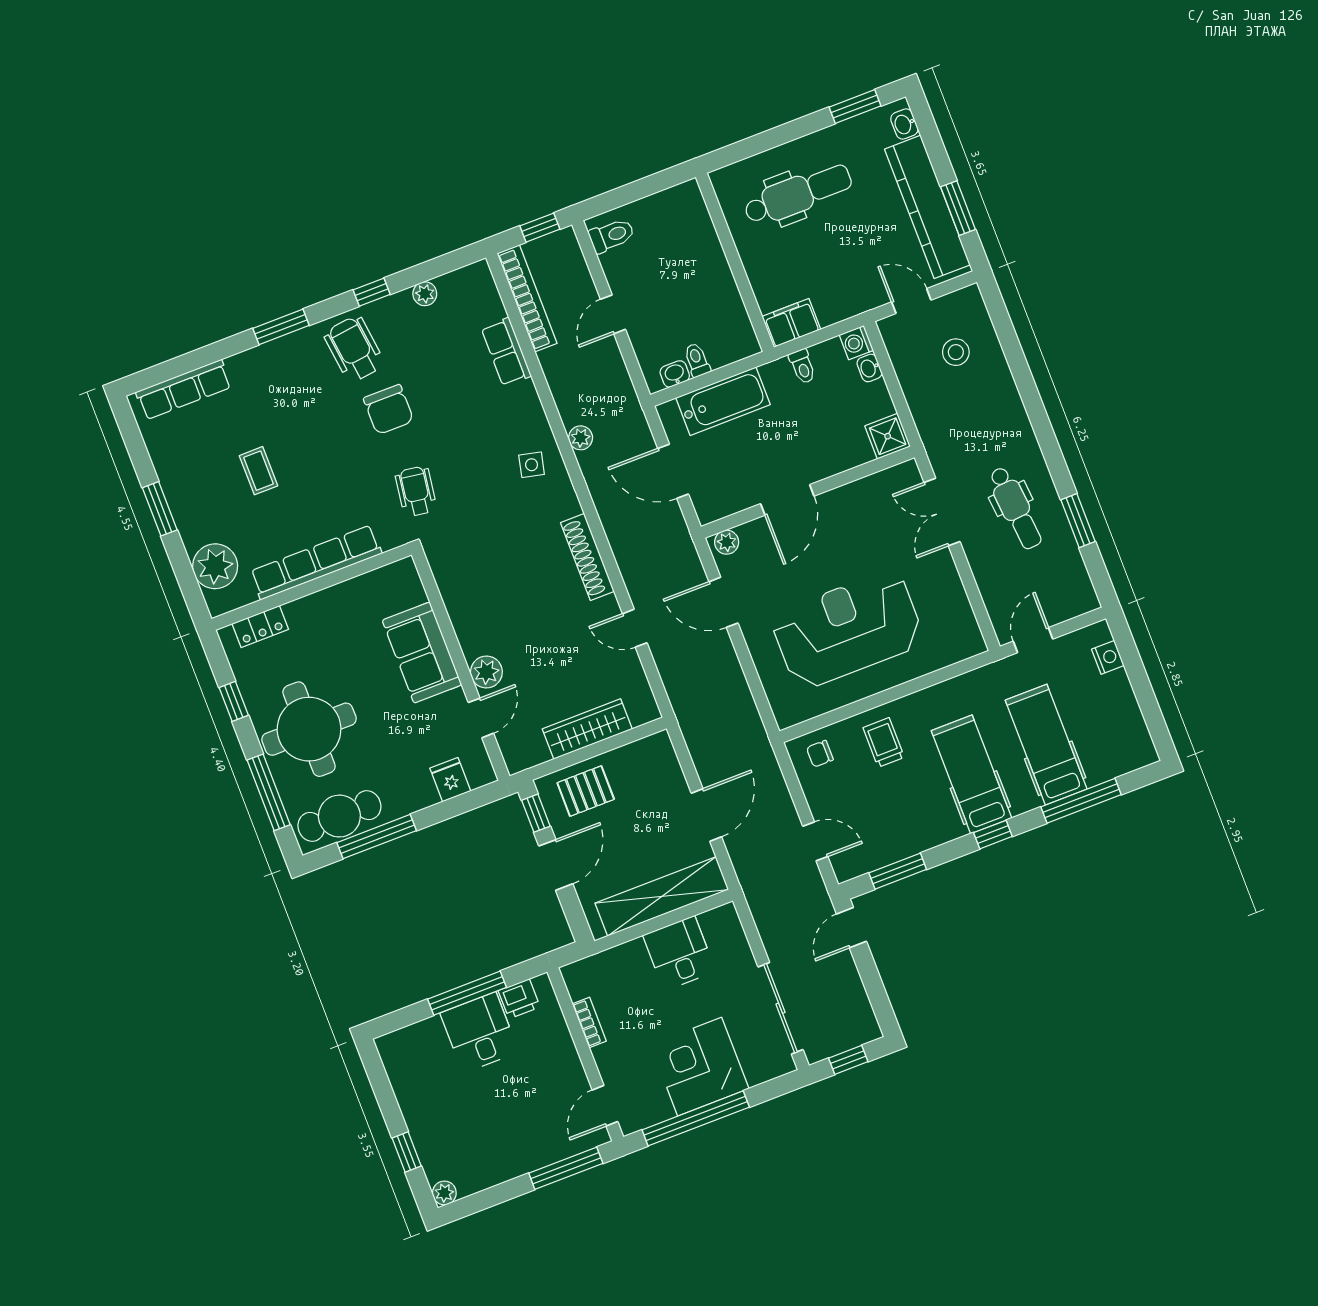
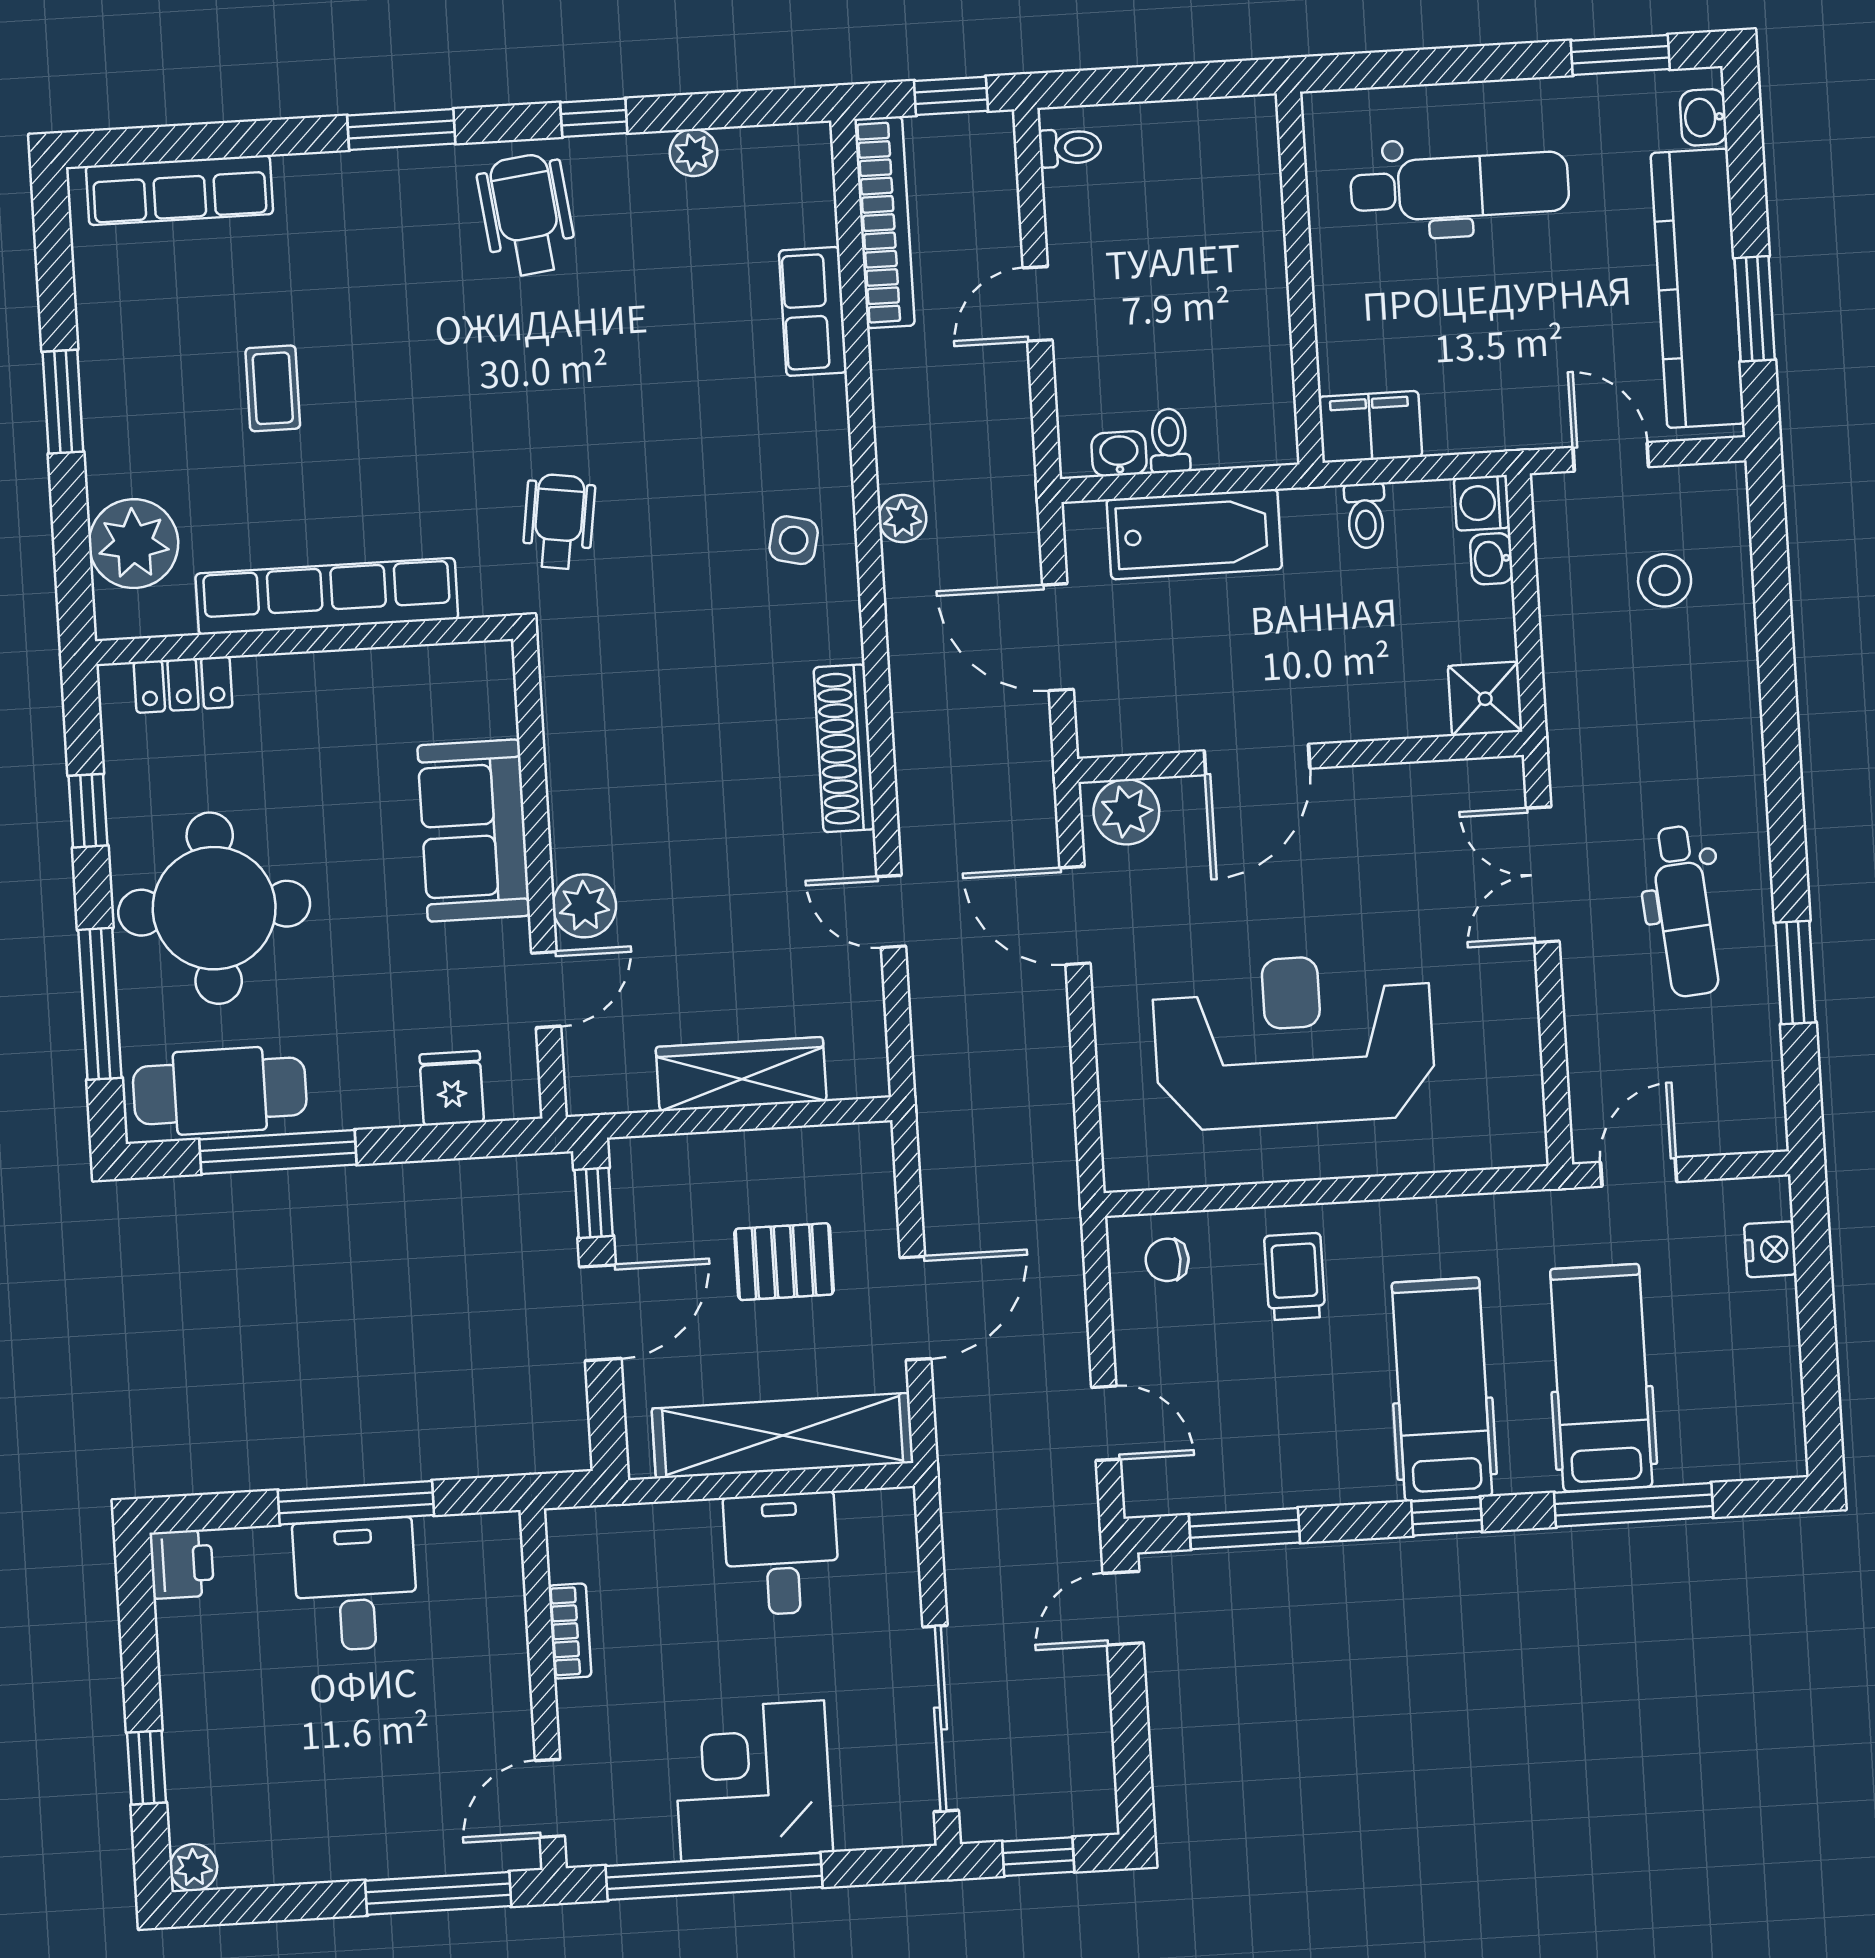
toilet: (612, 235) -> (1070, 148), width x0.73, depth x0.72
chair: (389, 410) -> (556, 350), removed
plant: (727, 542) -> (1126, 812), width x1.38, depth x1.38
pallet: (586, 791) -> (784, 1262), moved
printer: (519, 999) -> (182, 1564), moved, turned -90

